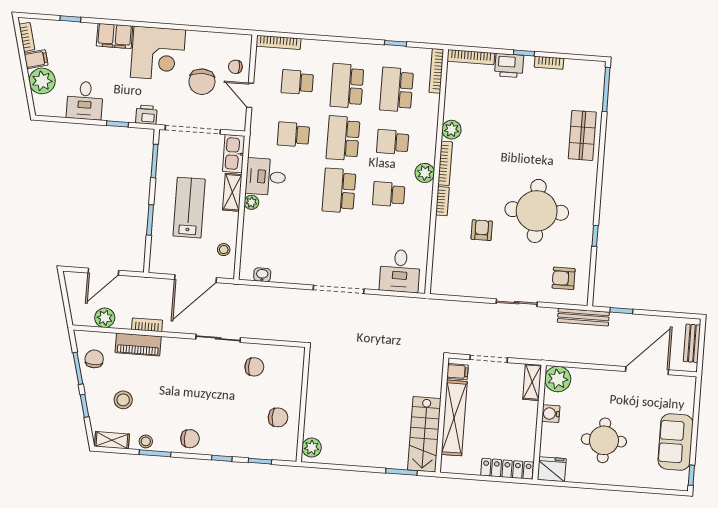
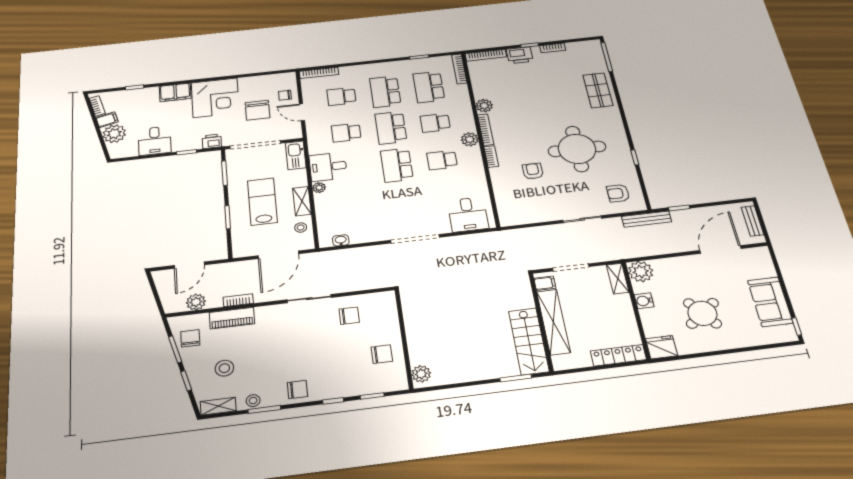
shelving: (232, 192) -> (302, 201), moved
round table: (604, 440) -> (702, 313), turned -38

